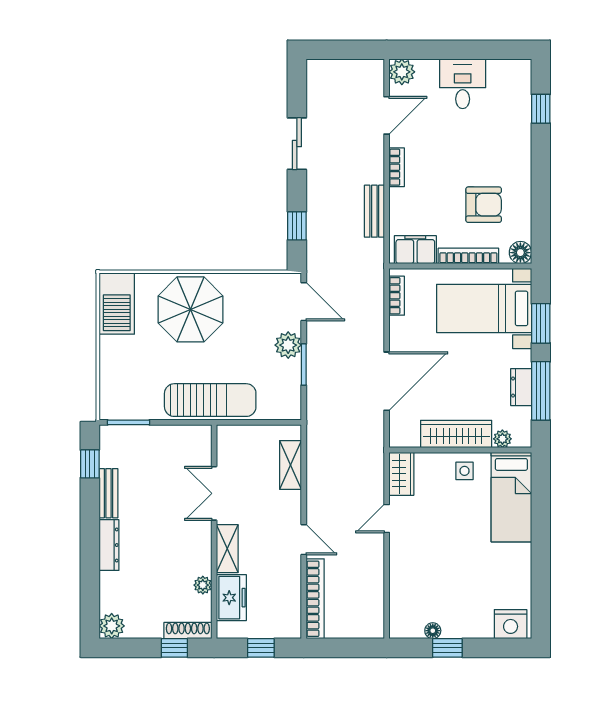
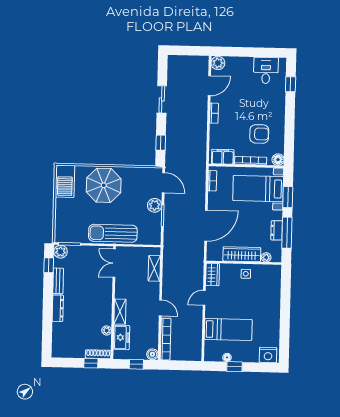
desk: (463, 84) -> (266, 70), moved
bench: (374, 211) -> (202, 136), removed
sun lounger: (210, 400) -> (113, 233), turned 180
double door: (214, 493) -> (114, 263), moved
bed: (511, 497) -> (228, 329), moved, turned -90
plant: (112, 626) -> (61, 252), moved
boiler: (291, 628) -> (152, 354), added

